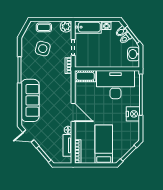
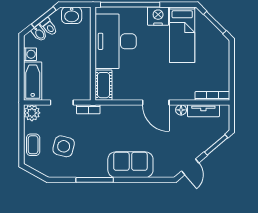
sofa: (30, 100) -> (130, 165), width x0.73
door: (73, 112) -> (156, 102), swing flipped
bed: (104, 144) -> (182, 35), moved, turned -90

